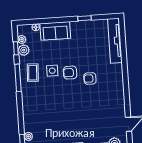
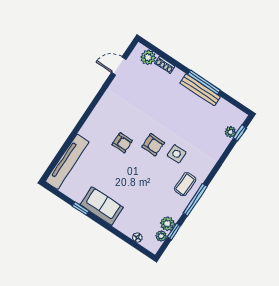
sofa: (55, 31) -> (102, 206), moved
side table: (52, 71) -> (177, 154), moved
coffee table: (33, 73) -> (185, 184), moved
armchair: (70, 73) -> (153, 145), moved

